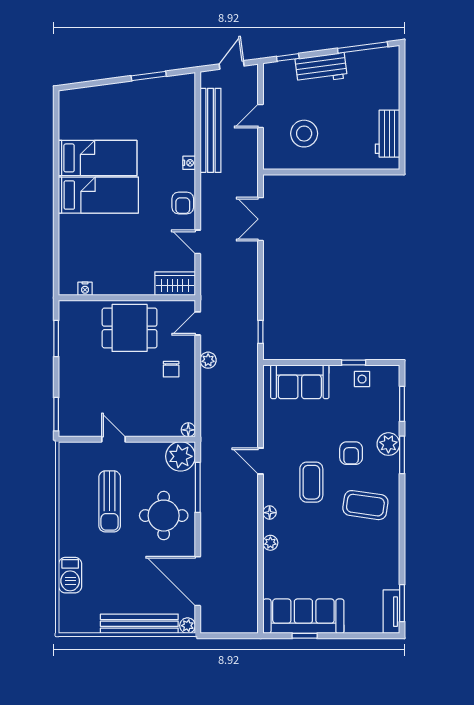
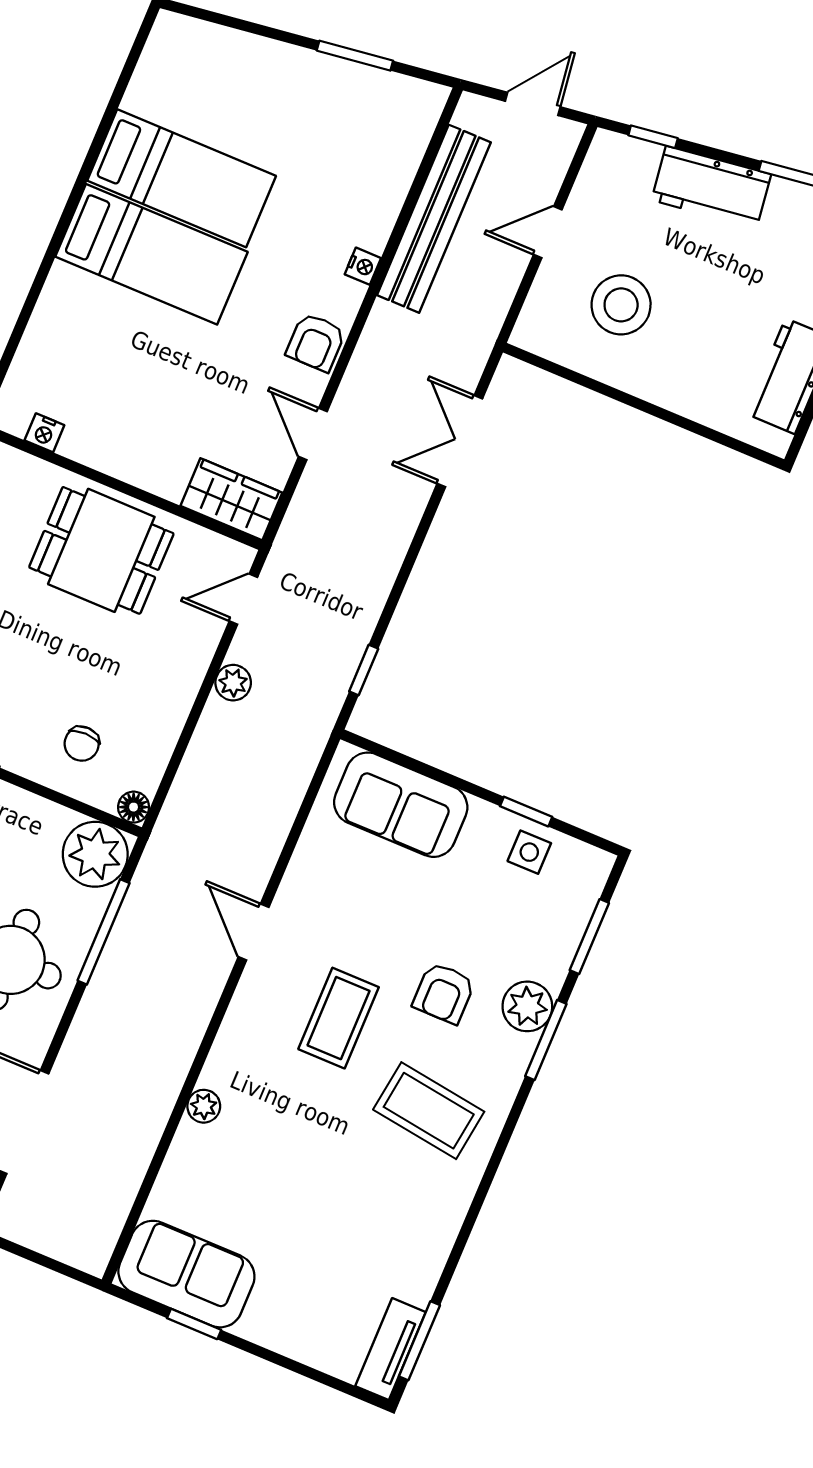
chair: (171, 369) -> (82, 744), moved
floor lamp: (270, 513) -> (228, 1044), removed
sofa: (303, 616) -> (186, 1274), width x0.73

